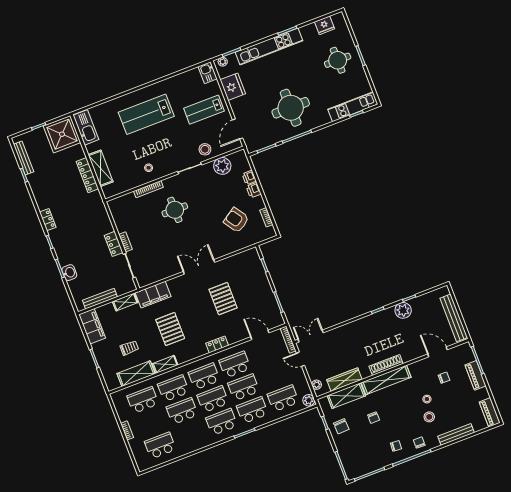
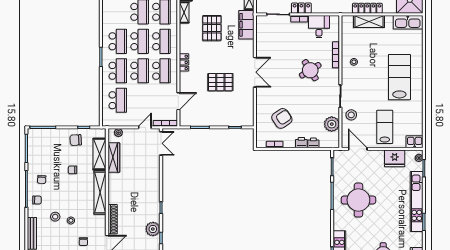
round table: (175, 210) -> (310, 70), turned -32
desk: (126, 218) -> (319, 27), added
pallet: (170, 329) -> (212, 28), turned 90
shoe rack: (386, 365) -> (113, 219), moved
plant: (309, 400) -> (108, 121), removed

